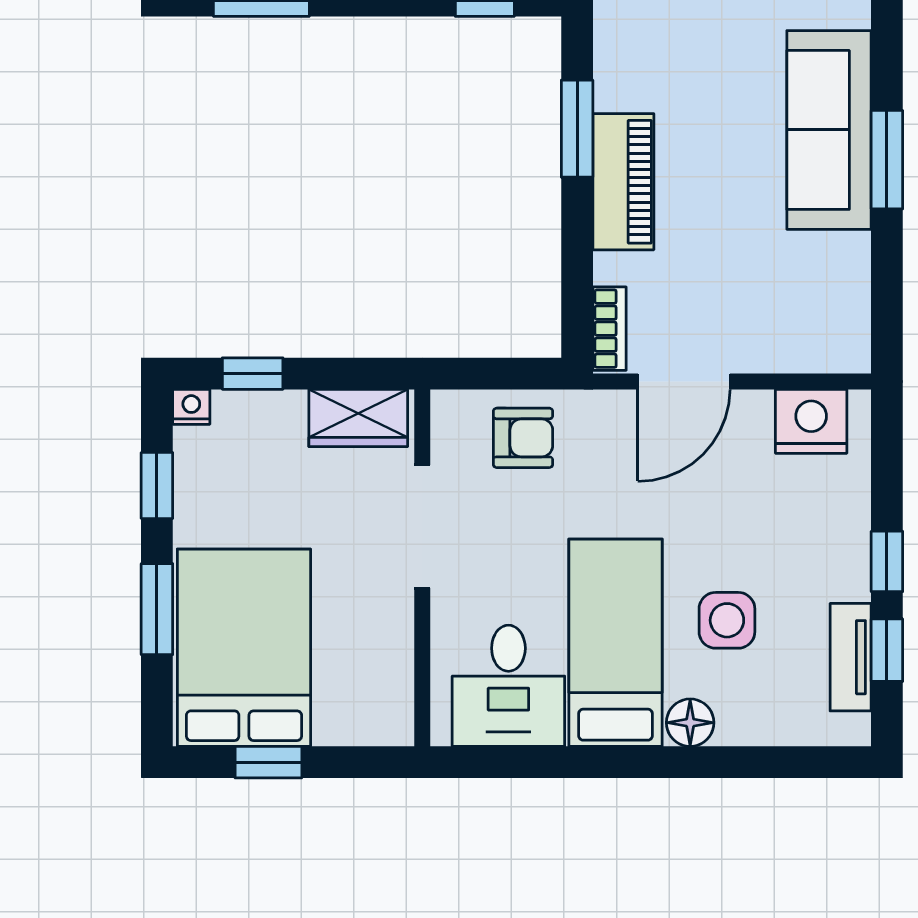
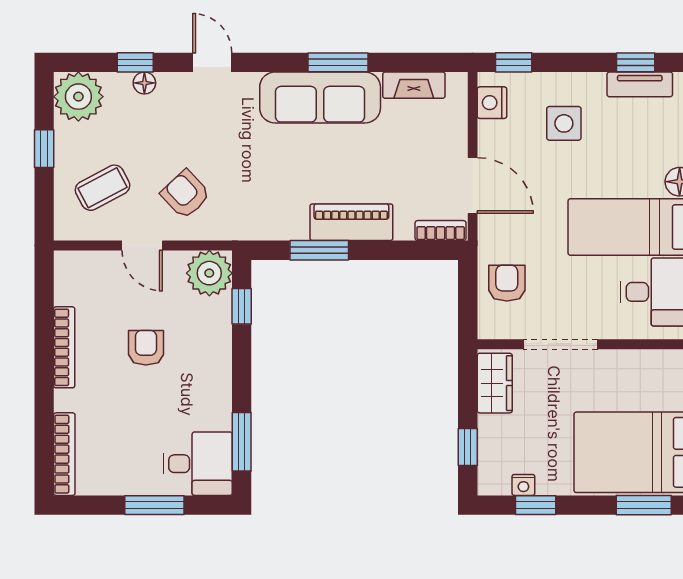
fireplace: (849, 285) -> (414, 85), added
nightstand: (191, 407) -> (523, 485), moved, turned -90
nightstand: (811, 421) -> (492, 103), width x0.74, depth x0.75
window: (887, 561) -> (514, 62), moved
window: (157, 609) -> (644, 505), moved
side table: (727, 620) -> (564, 123), moved

